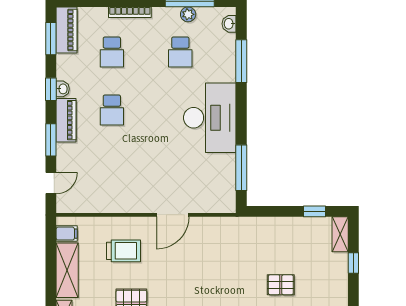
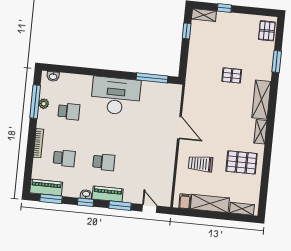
window: (241, 61) -> (79, 71), removed
trolley: (123, 251) -> (200, 164), turned -90
pallet: (281, 285) -> (232, 75), moved, turned 90

